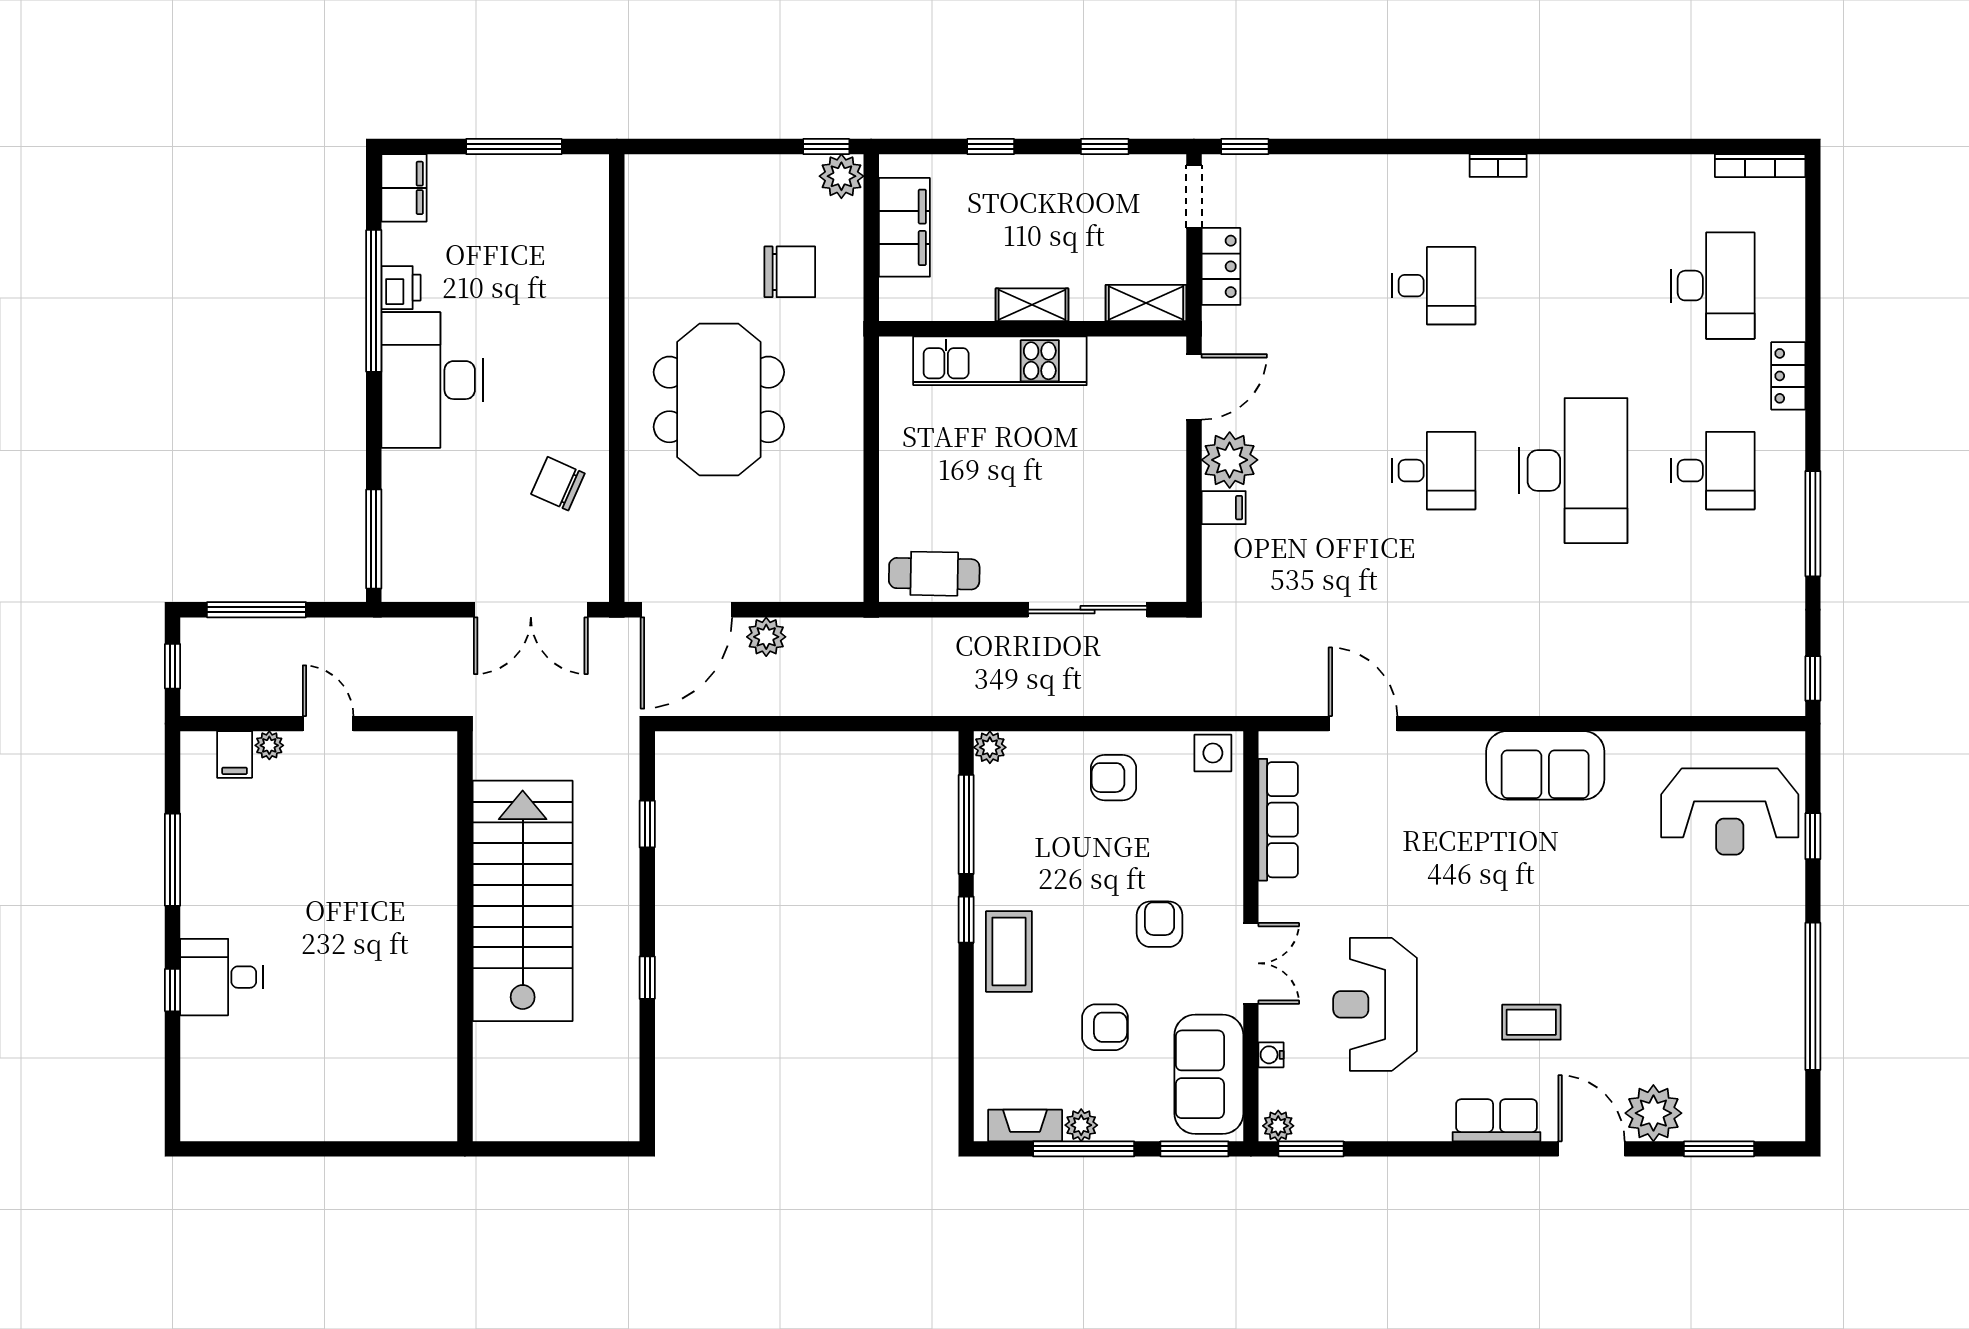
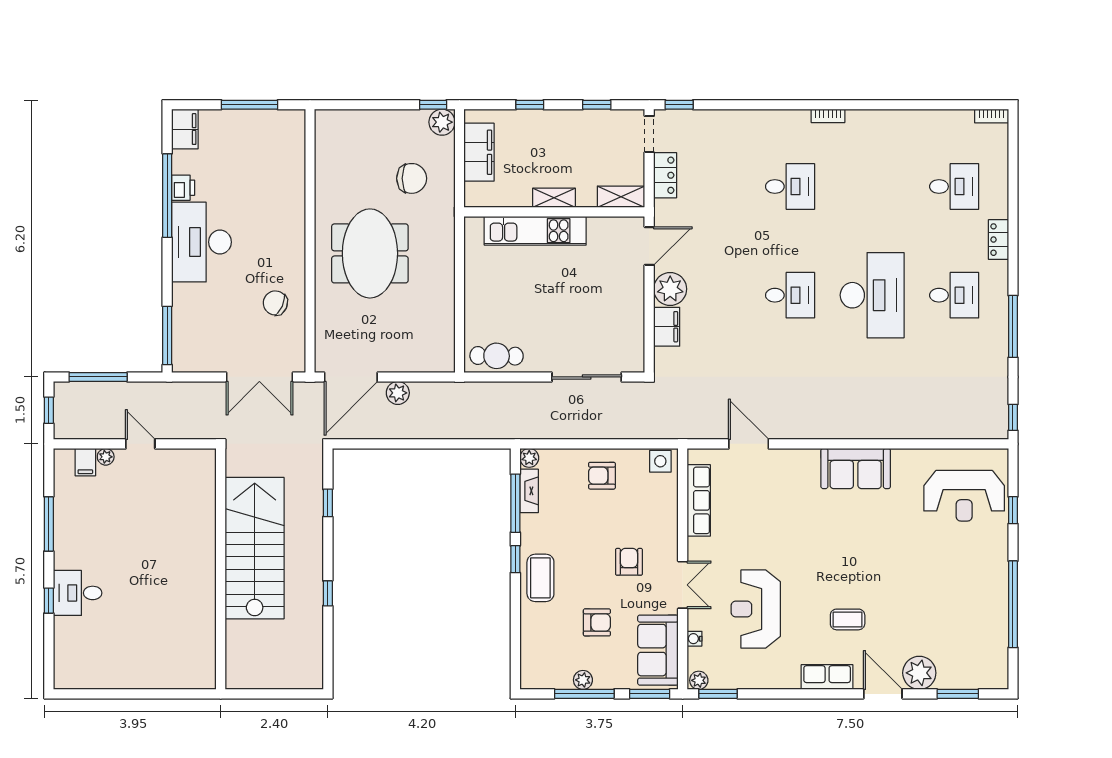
bookcase: (1760, 166) -> (992, 116), width x0.64
desk: (1713, 286) -> (954, 187), width x0.73
filing cabinet: (1224, 508) -> (667, 327), width x2.00
fireplace: (1025, 1125) -> (529, 491), moved, turned 90

